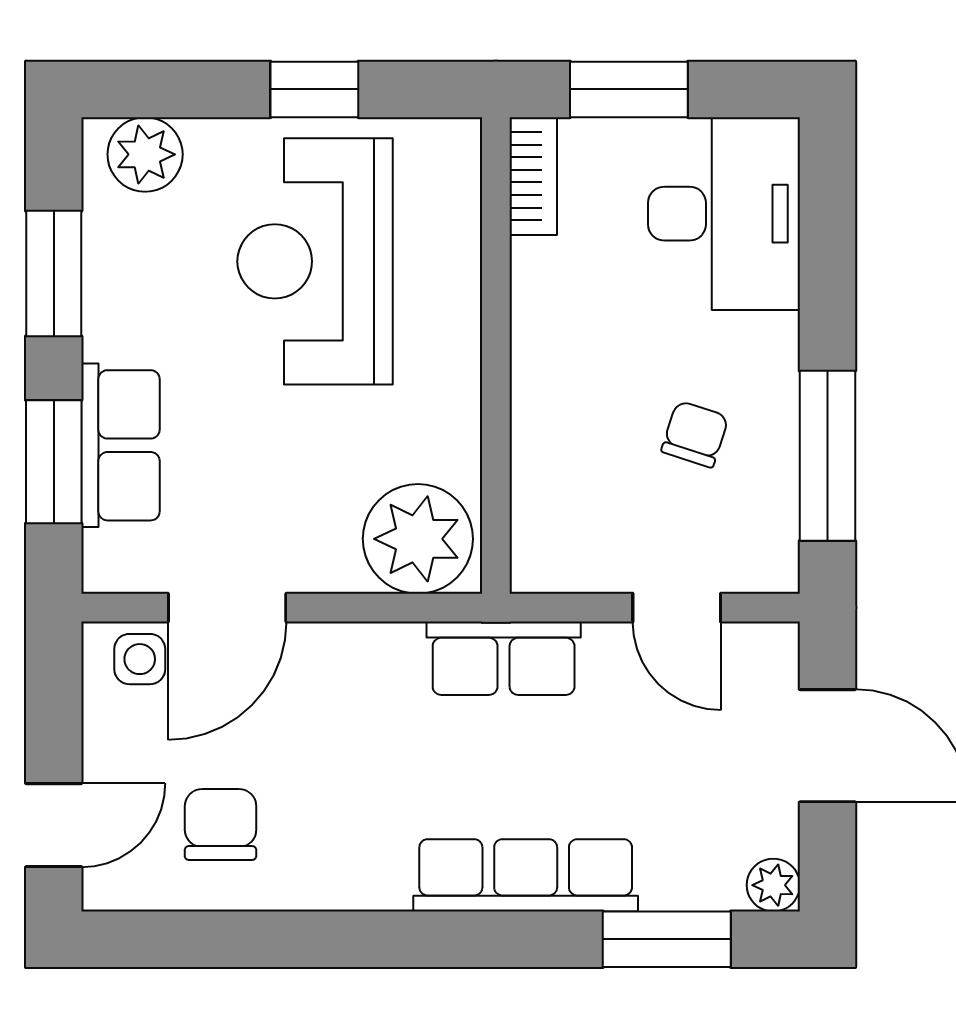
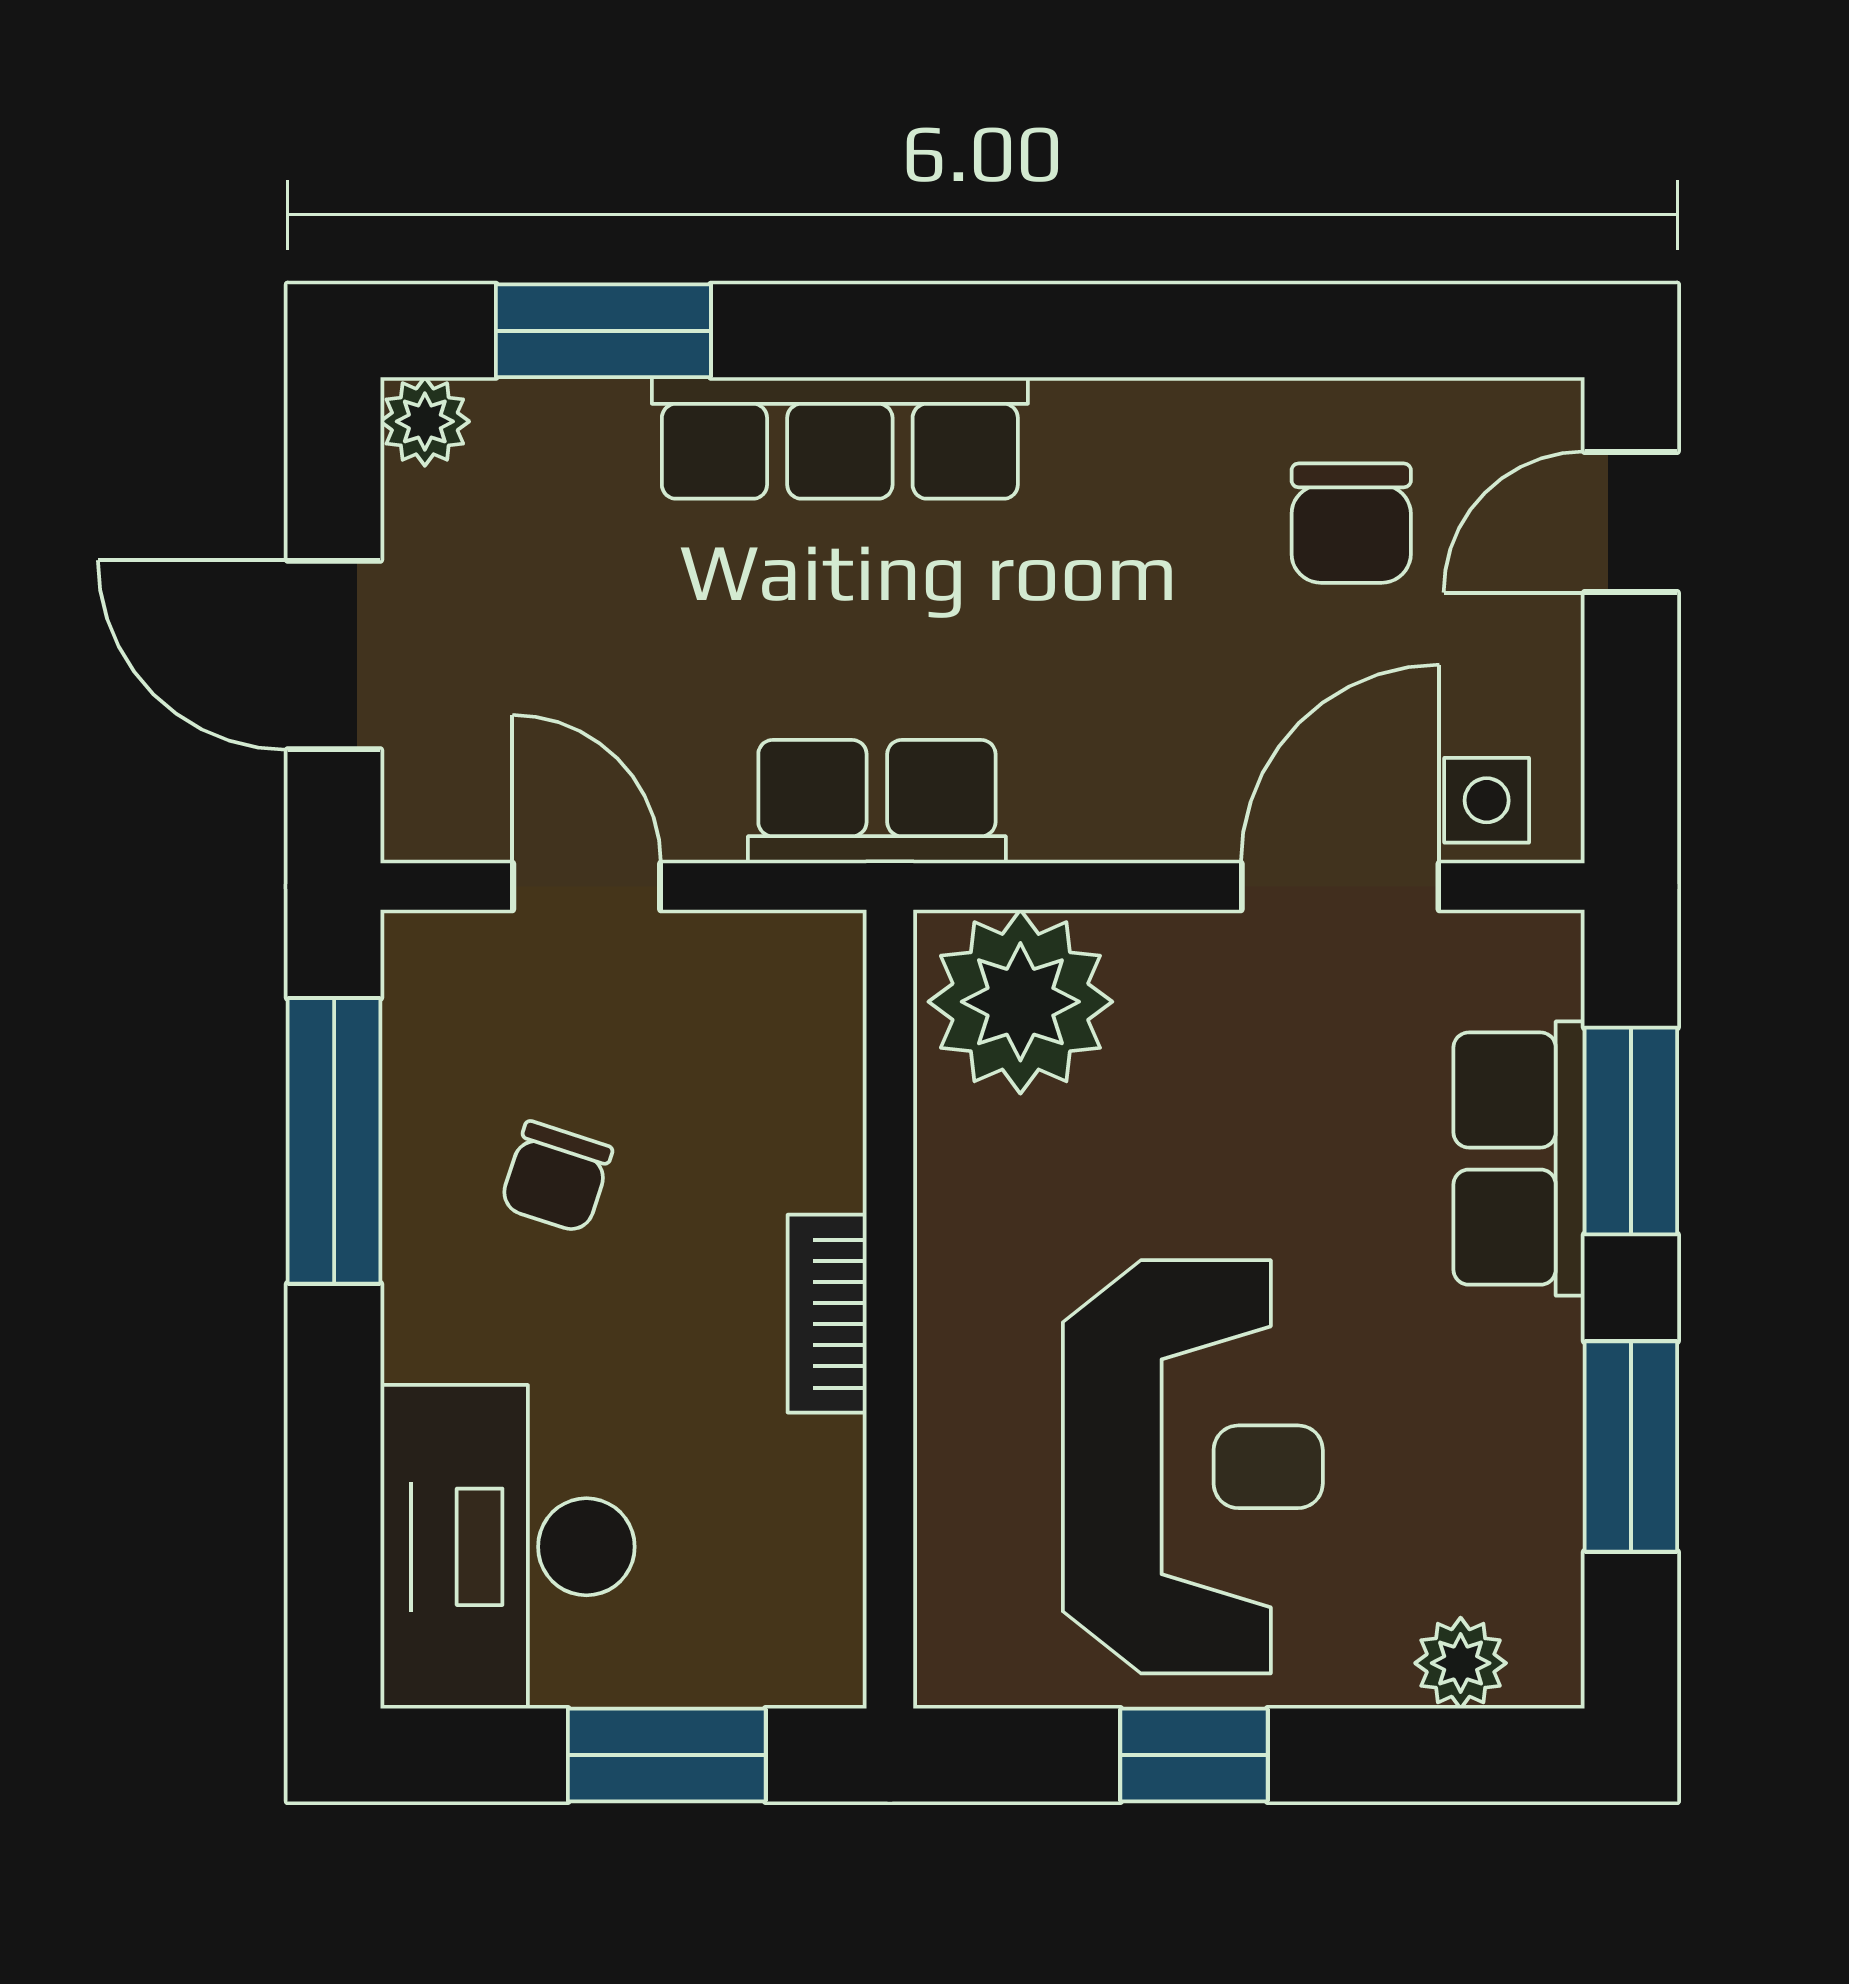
plant: (145, 154) -> (1461, 1663), width x0.73, depth x0.73
bookcase: (533, 176) -> (827, 1314), moved

